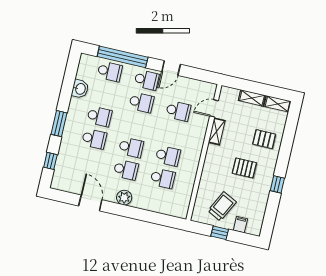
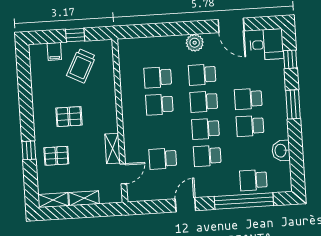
school desk: (147, 80) -> (206, 129), moved
desk: (66, 179) -> (267, 44), added
window: (277, 184) -> (29, 150), moved

